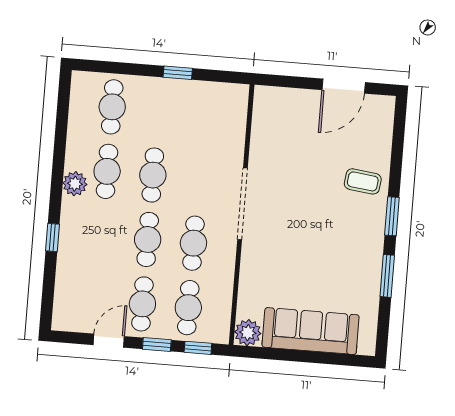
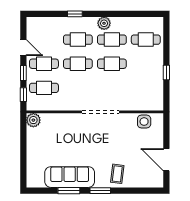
side table: (268, 123) -> (144, 122), added
cafe table: (193, 243) -> (78, 40), moved
sofa: (311, 331) -> (70, 177), moved, turned -90

